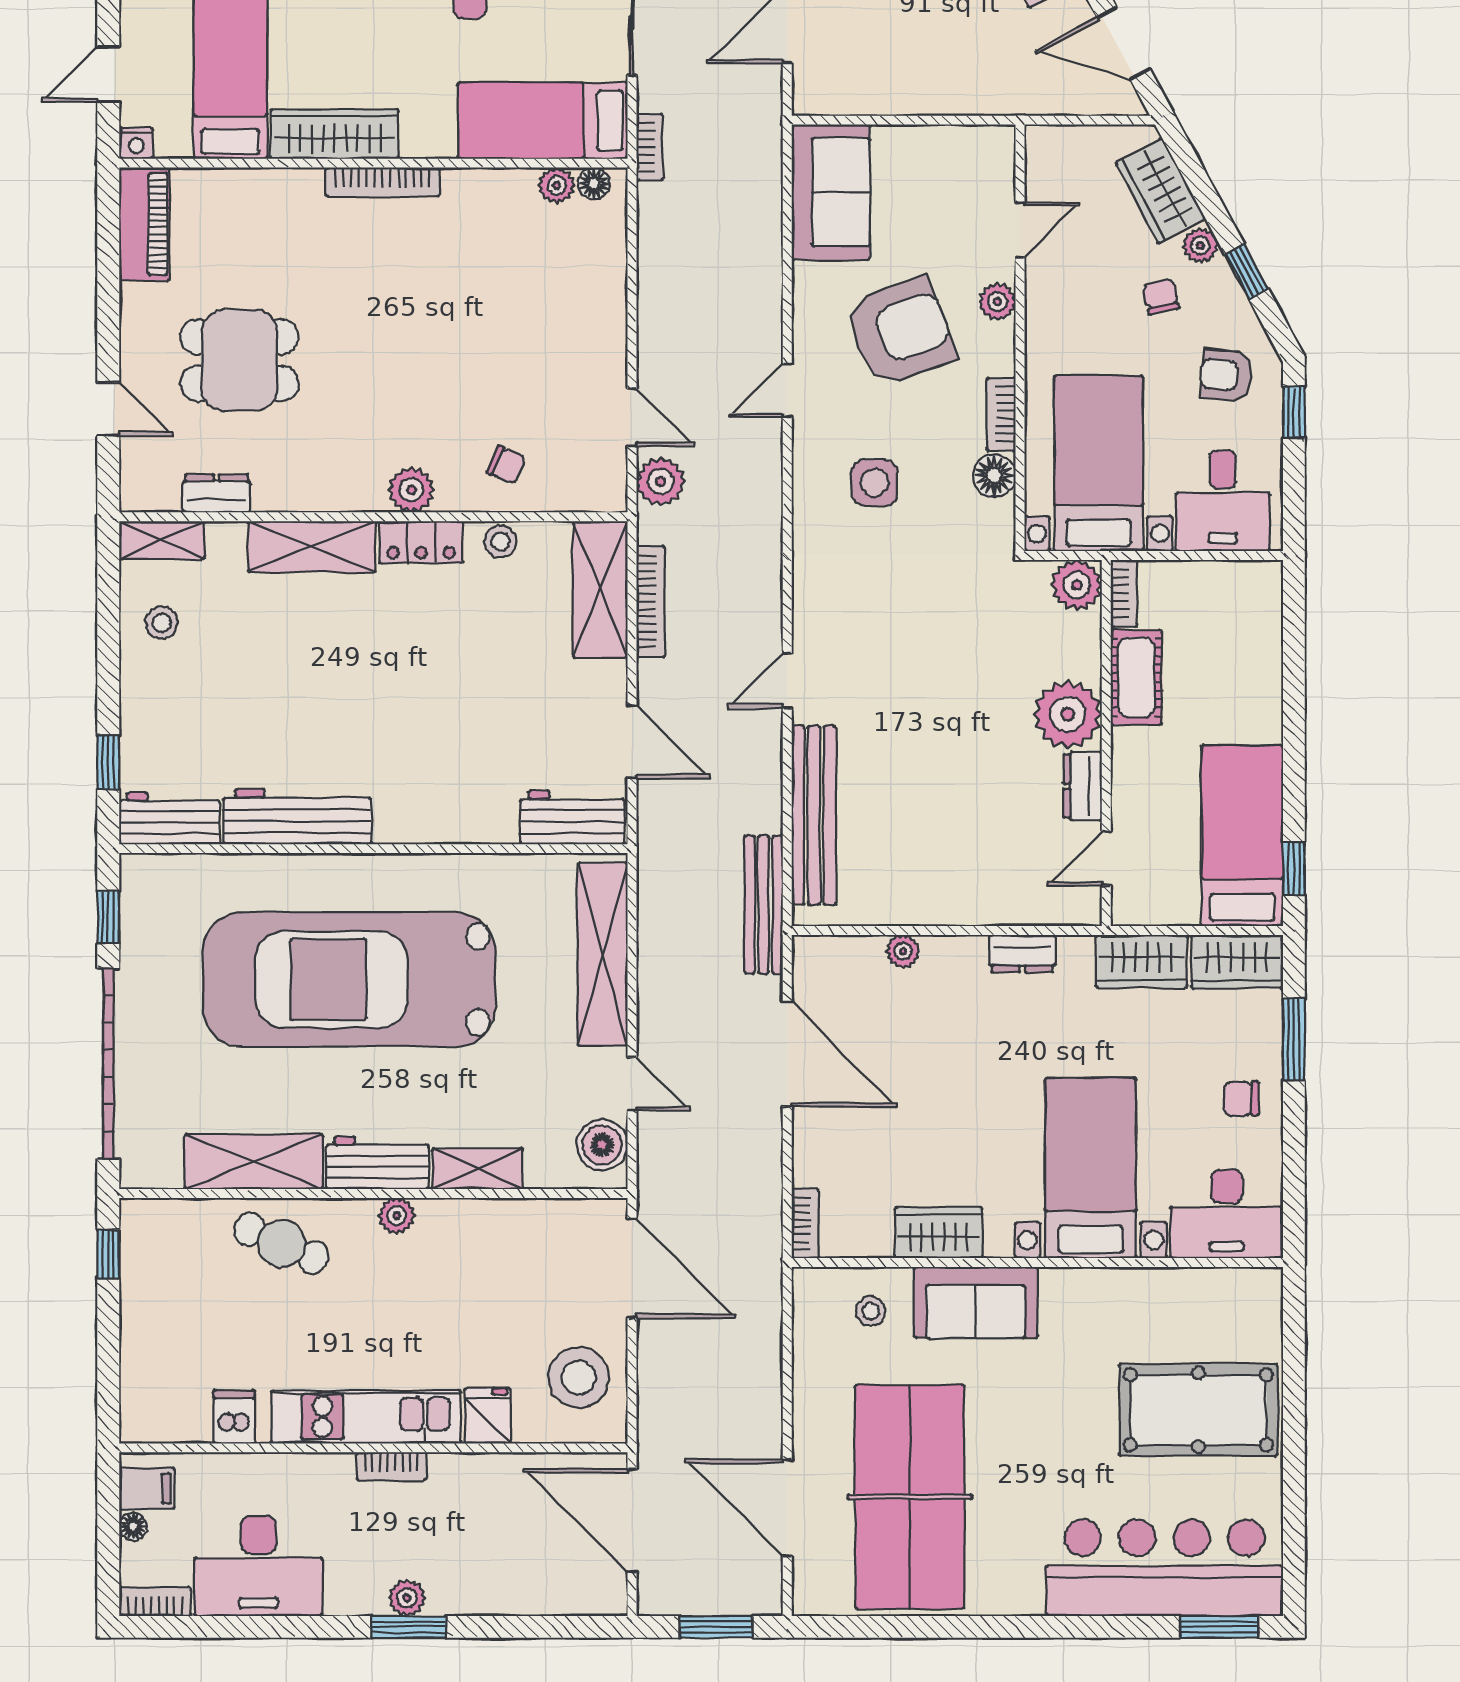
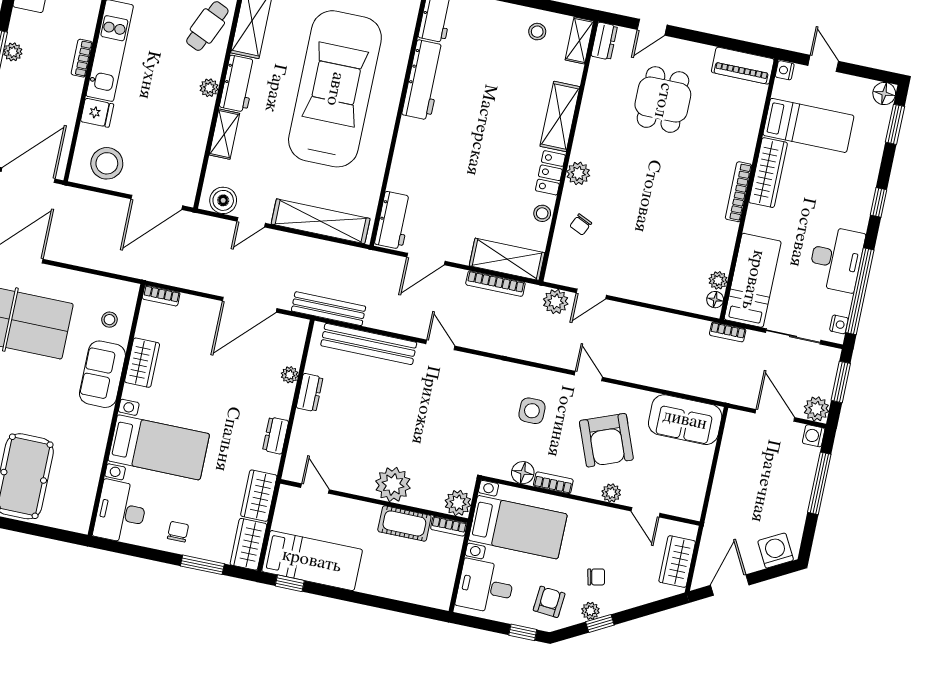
wardrobe: (1161, 191) -> (677, 562), moved, turned -62
plant: (1200, 245) -> (590, 611), moved
dresser: (217, 493) -> (604, 41), moved
dresser: (1083, 786) -> (310, 393), moved, turned 90

